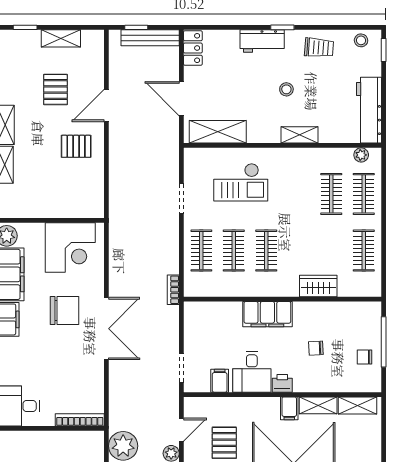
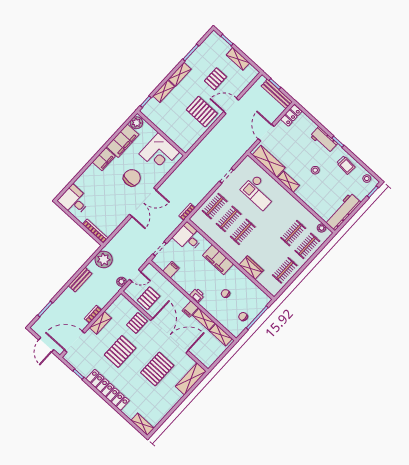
shelving: (300, 135) -> (288, 182), moved
pallet: (76, 146) -> (202, 112), width x1.50, depth x1.42
chair: (64, 310) -> (132, 178), turned -90
desk: (252, 372) -> (188, 237), moved, turned 90

